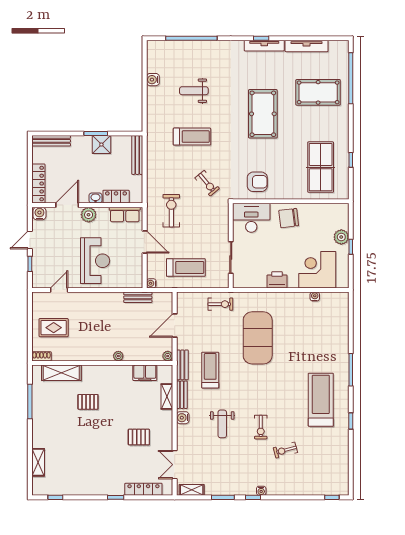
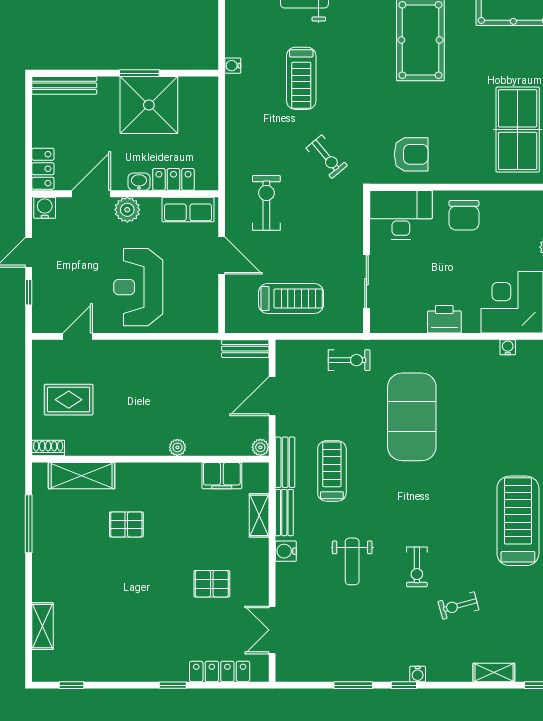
treadmill: (192, 137) -> (301, 78), turned 90
shower: (101, 145) -> (149, 105), width x1.86, depth x1.86
bench: (137, 155) -> (209, 109), removed
locker: (38, 184) -> (43, 169), width x0.66
chair: (289, 218) -> (464, 215), turned -83
reception desk: (95, 261) -> (138, 287), turned 180
water cooler: (151, 283) -> (233, 66), moved
bench: (138, 297) -> (245, 349), moved
shelving: (192, 490) -> (494, 672), moved

